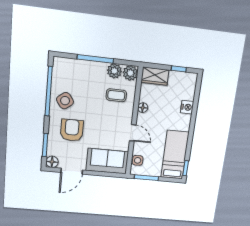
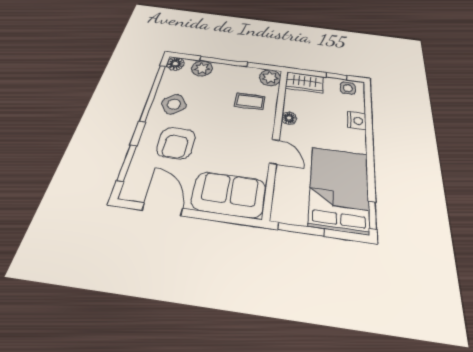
plant: (114, 71) -> (202, 68), moved
armchair: (72, 130) -> (176, 143), turned 180
bed: (175, 155) -> (339, 189), width x1.50
side table: (138, 160) -> (348, 88), moved
floor lamp: (52, 162) -> (175, 64), moved
door: (72, 171) -> (162, 209), swing flipped

